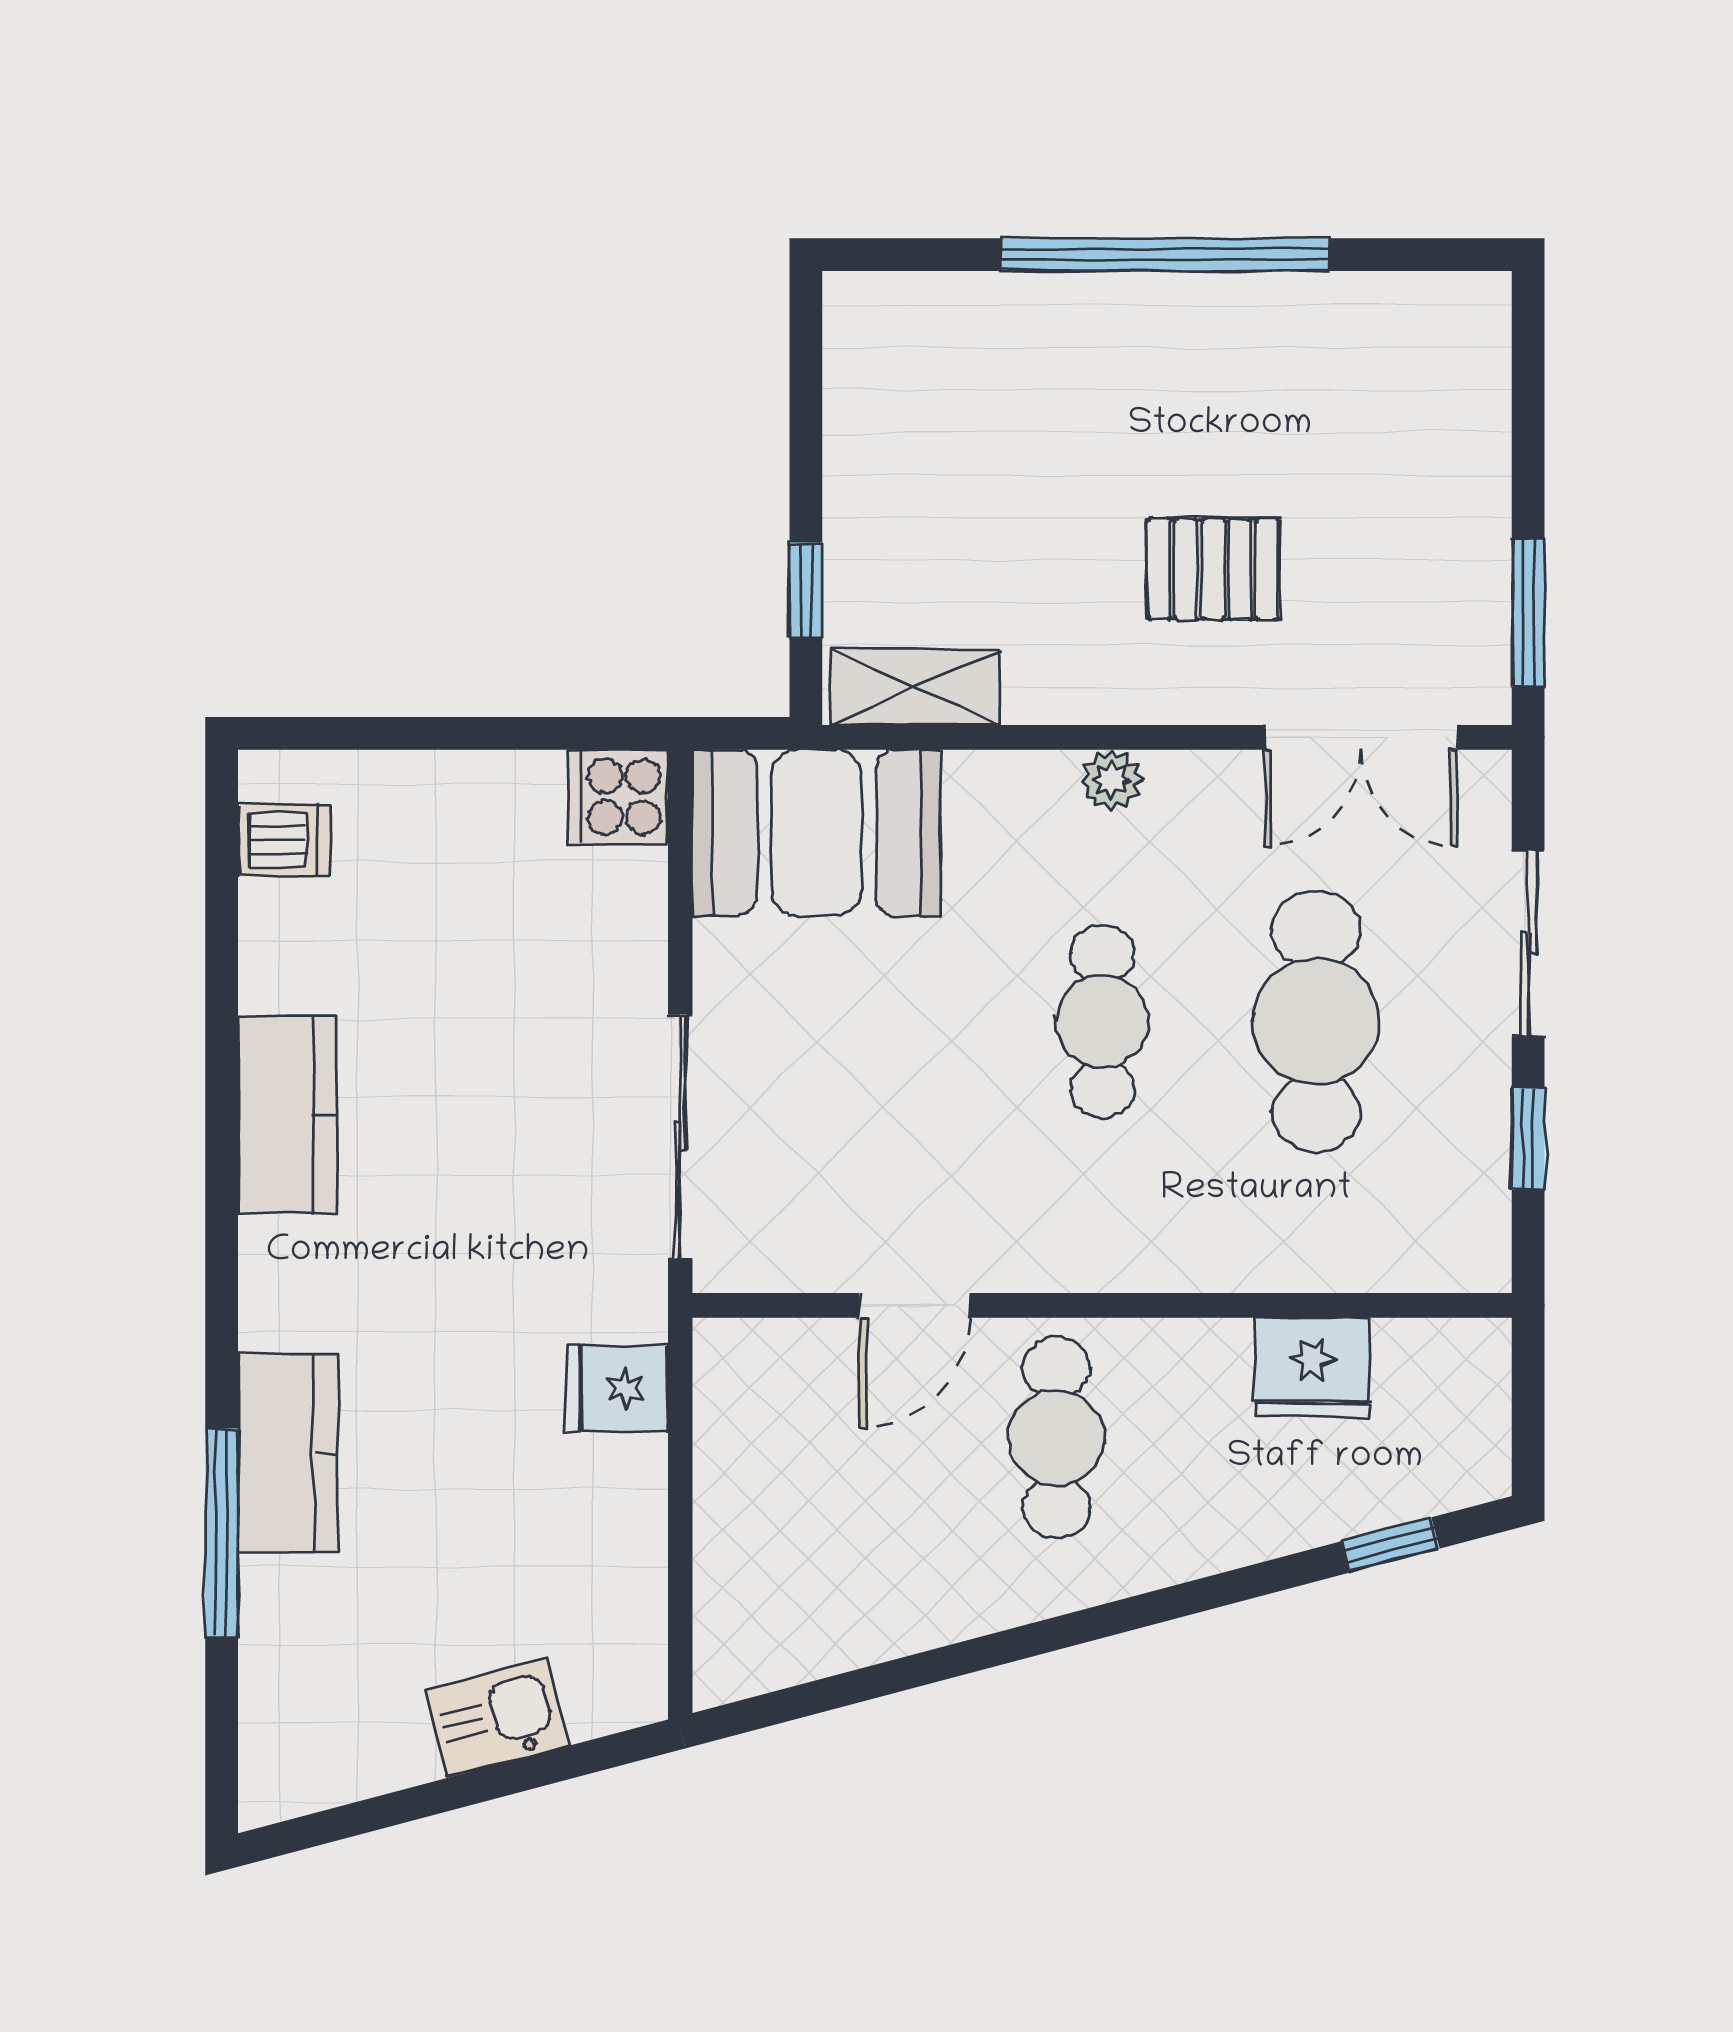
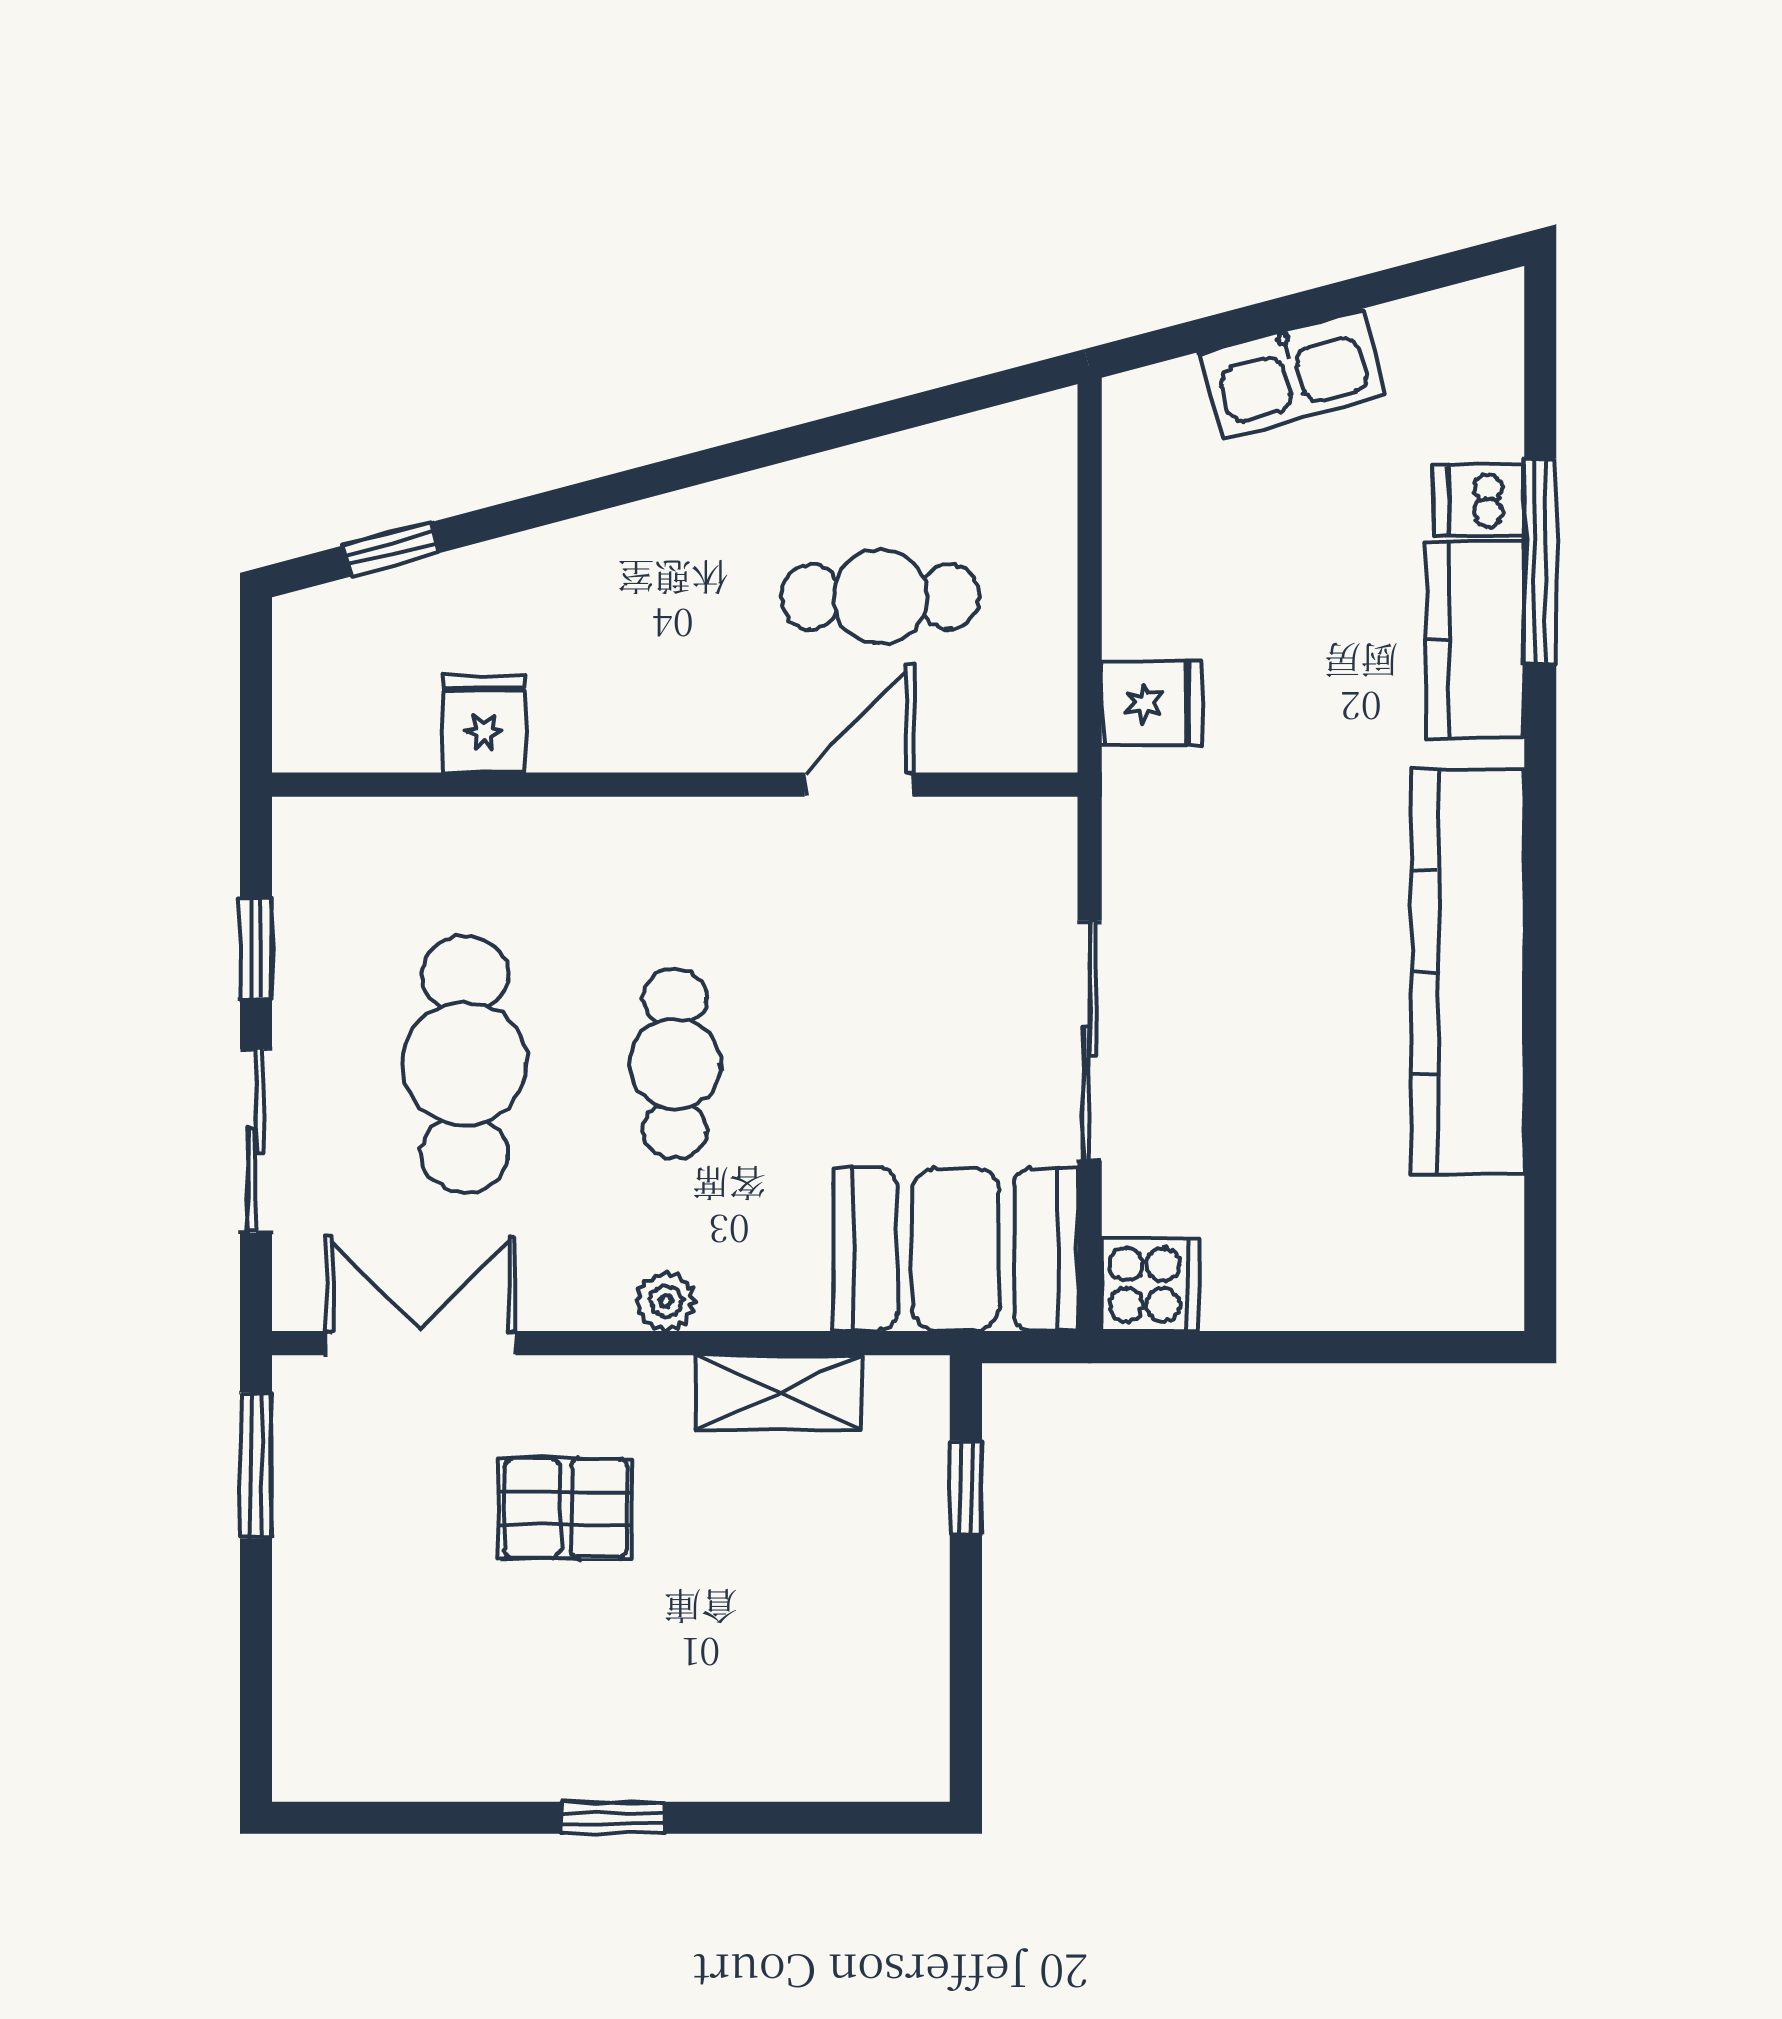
window: (1165, 255) -> (613, 1818), width x0.32
shelving: (915, 687) -> (779, 1392), moved
dishwasher: (284, 840) -> (1479, 500), moved
kitchen counter: (287, 1115) -> (1468, 972), width x2.08, depth x1.17
sliding door: (680, 1137) -> (1090, 1041), moved
fridge: (1312, 1367) -> (484, 724), width x0.72
cafe table: (1056, 1438) -> (880, 597), moved, turned 90
kitchen sink: (497, 1718) -> (1292, 373), width x1.38

